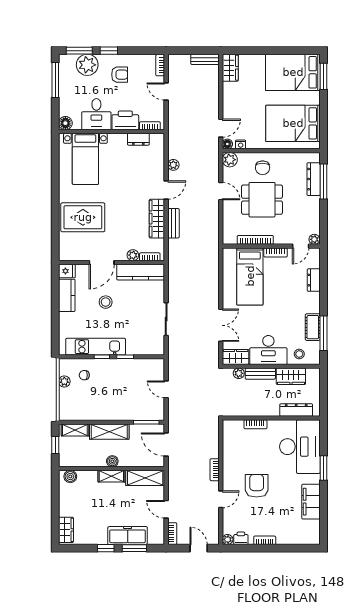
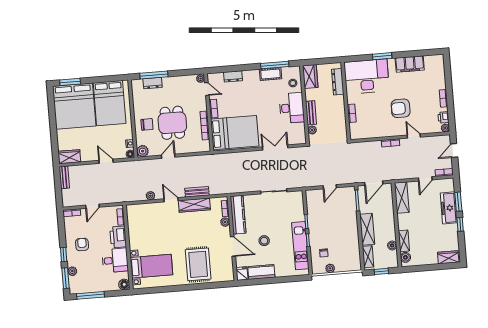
plant: (87, 65) -> (72, 271), width x0.53, depth x0.53
bed: (293, 72) -> (74, 106), width x1.36
door: (221, 128) -> (106, 161), moved
dresser: (138, 139) -> (132, 225), removed
dresser: (314, 179) -> (153, 83), width x0.70
bed: (250, 276) -> (235, 133), width x1.50
wardrobe: (236, 357) -> (299, 134), removed
wardrobe: (291, 376) -> (310, 77), moved
boiler: (112, 461) -> (392, 245), moved
shelving: (111, 476) -> (404, 241), moved

